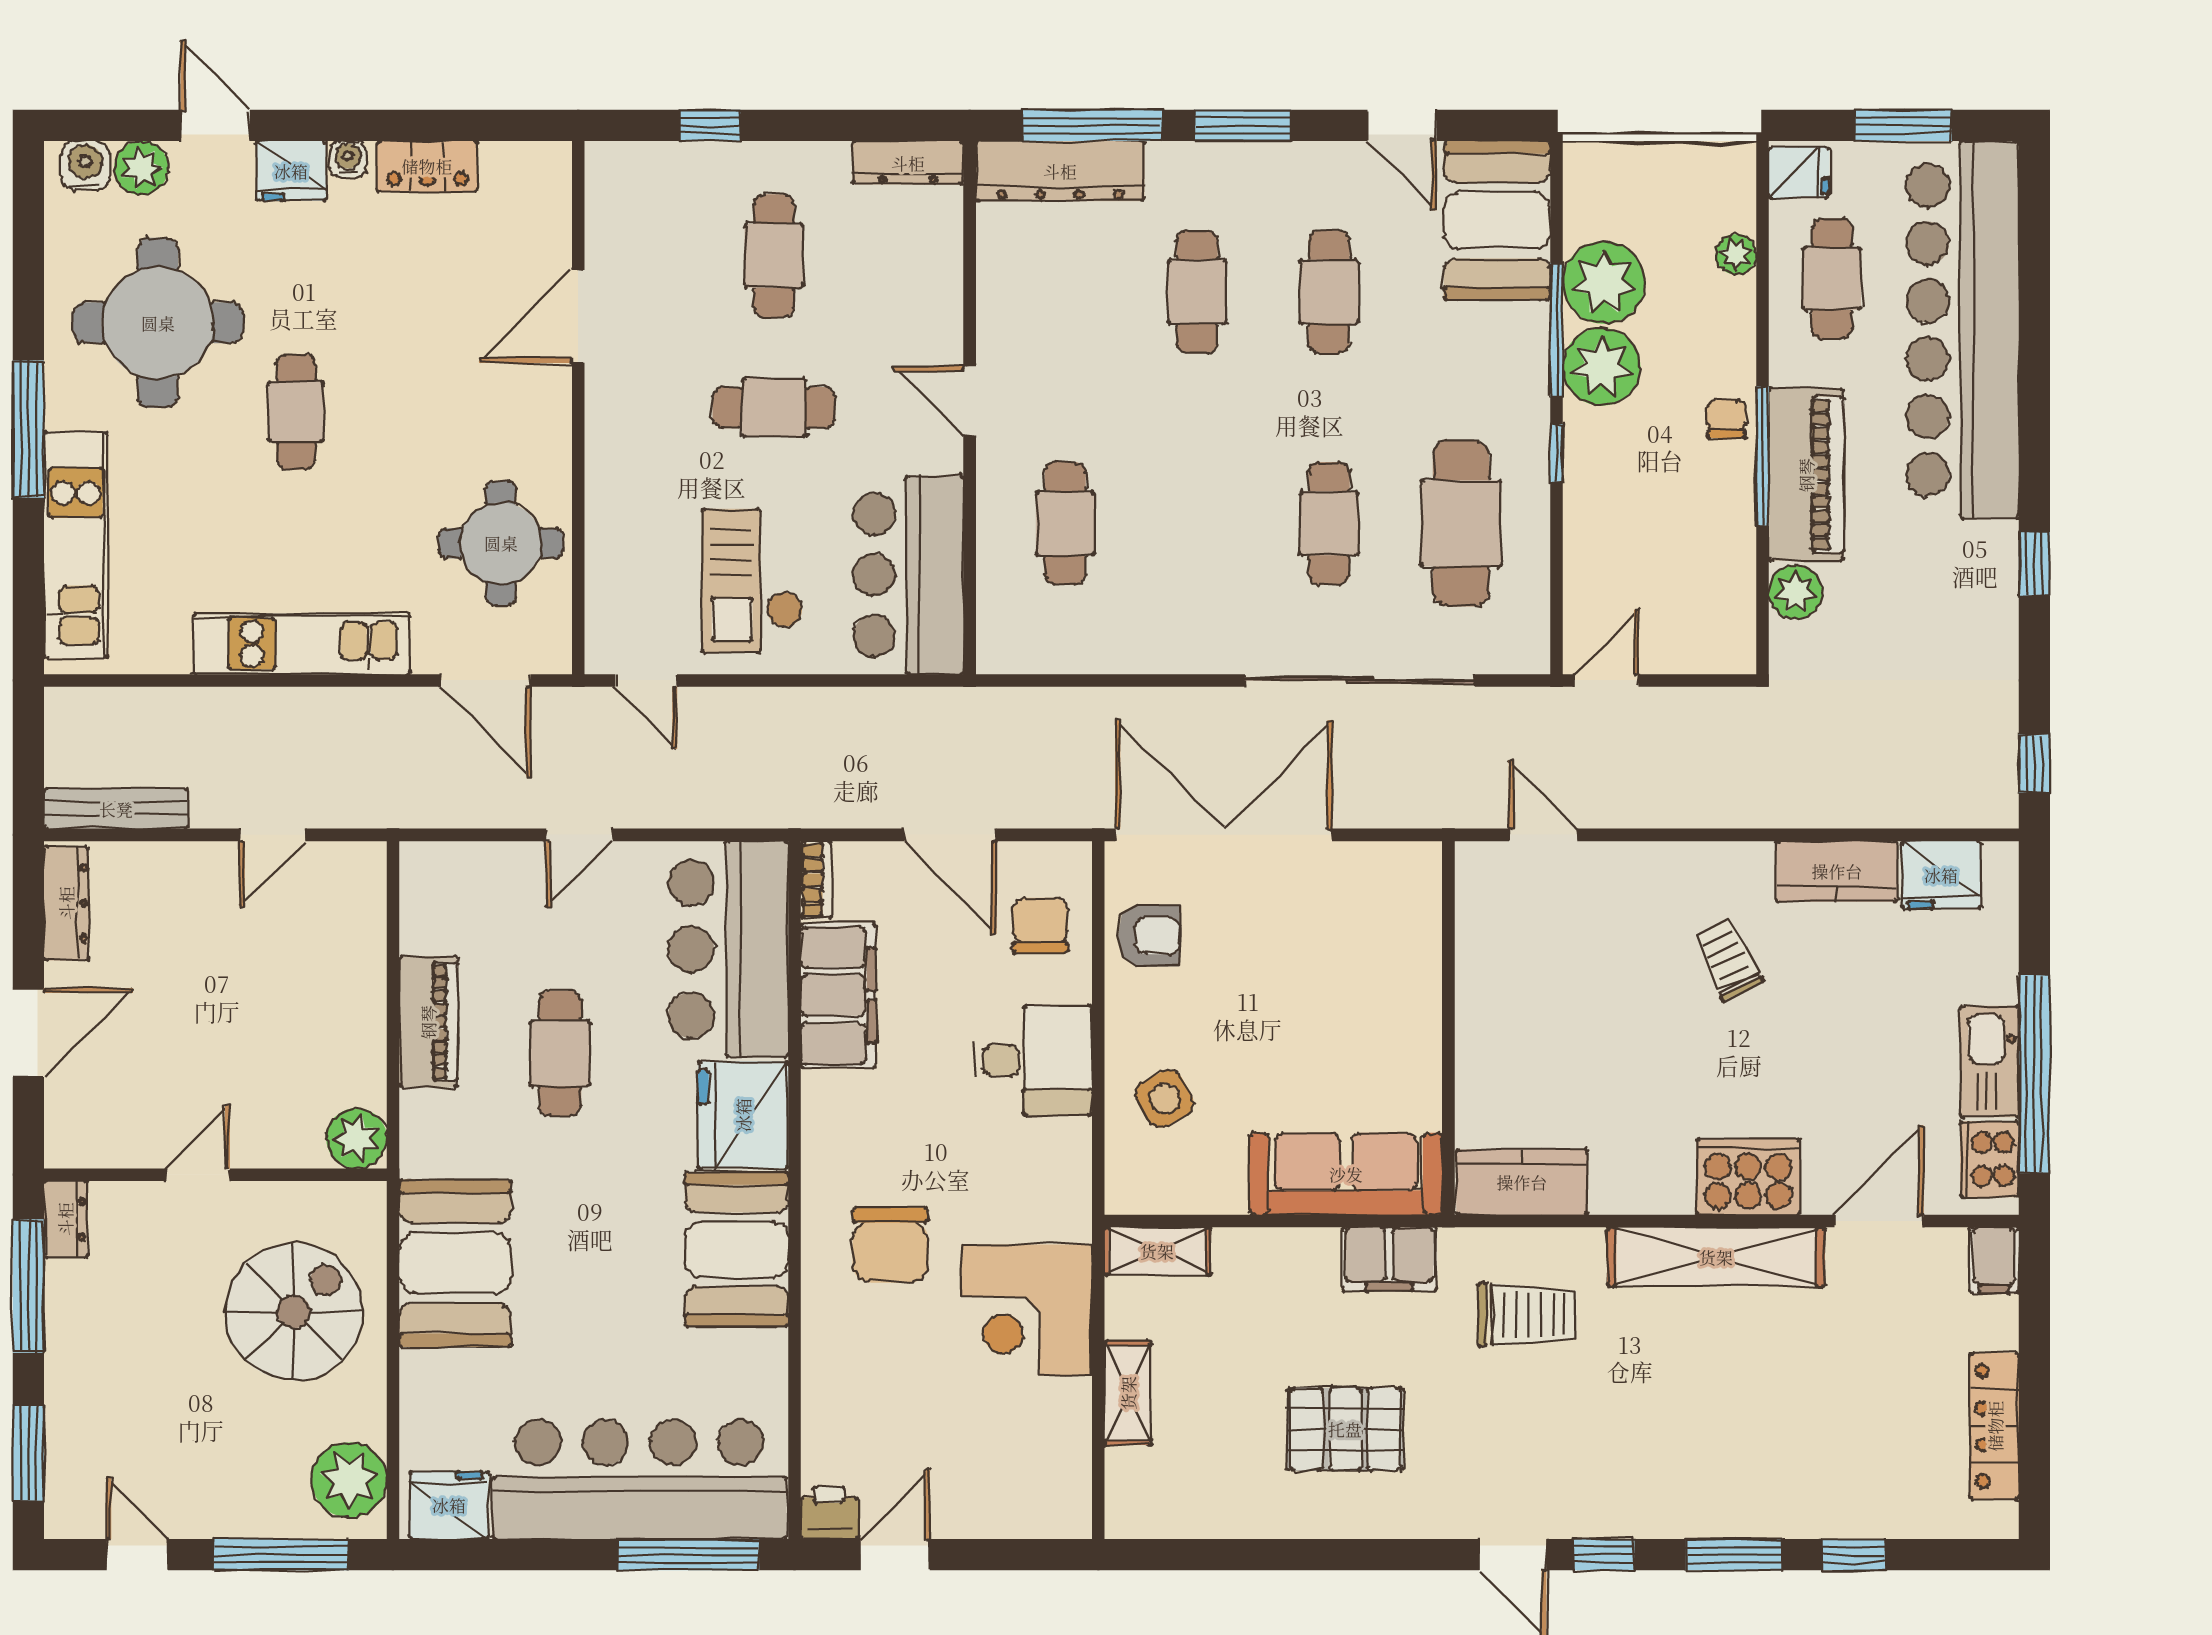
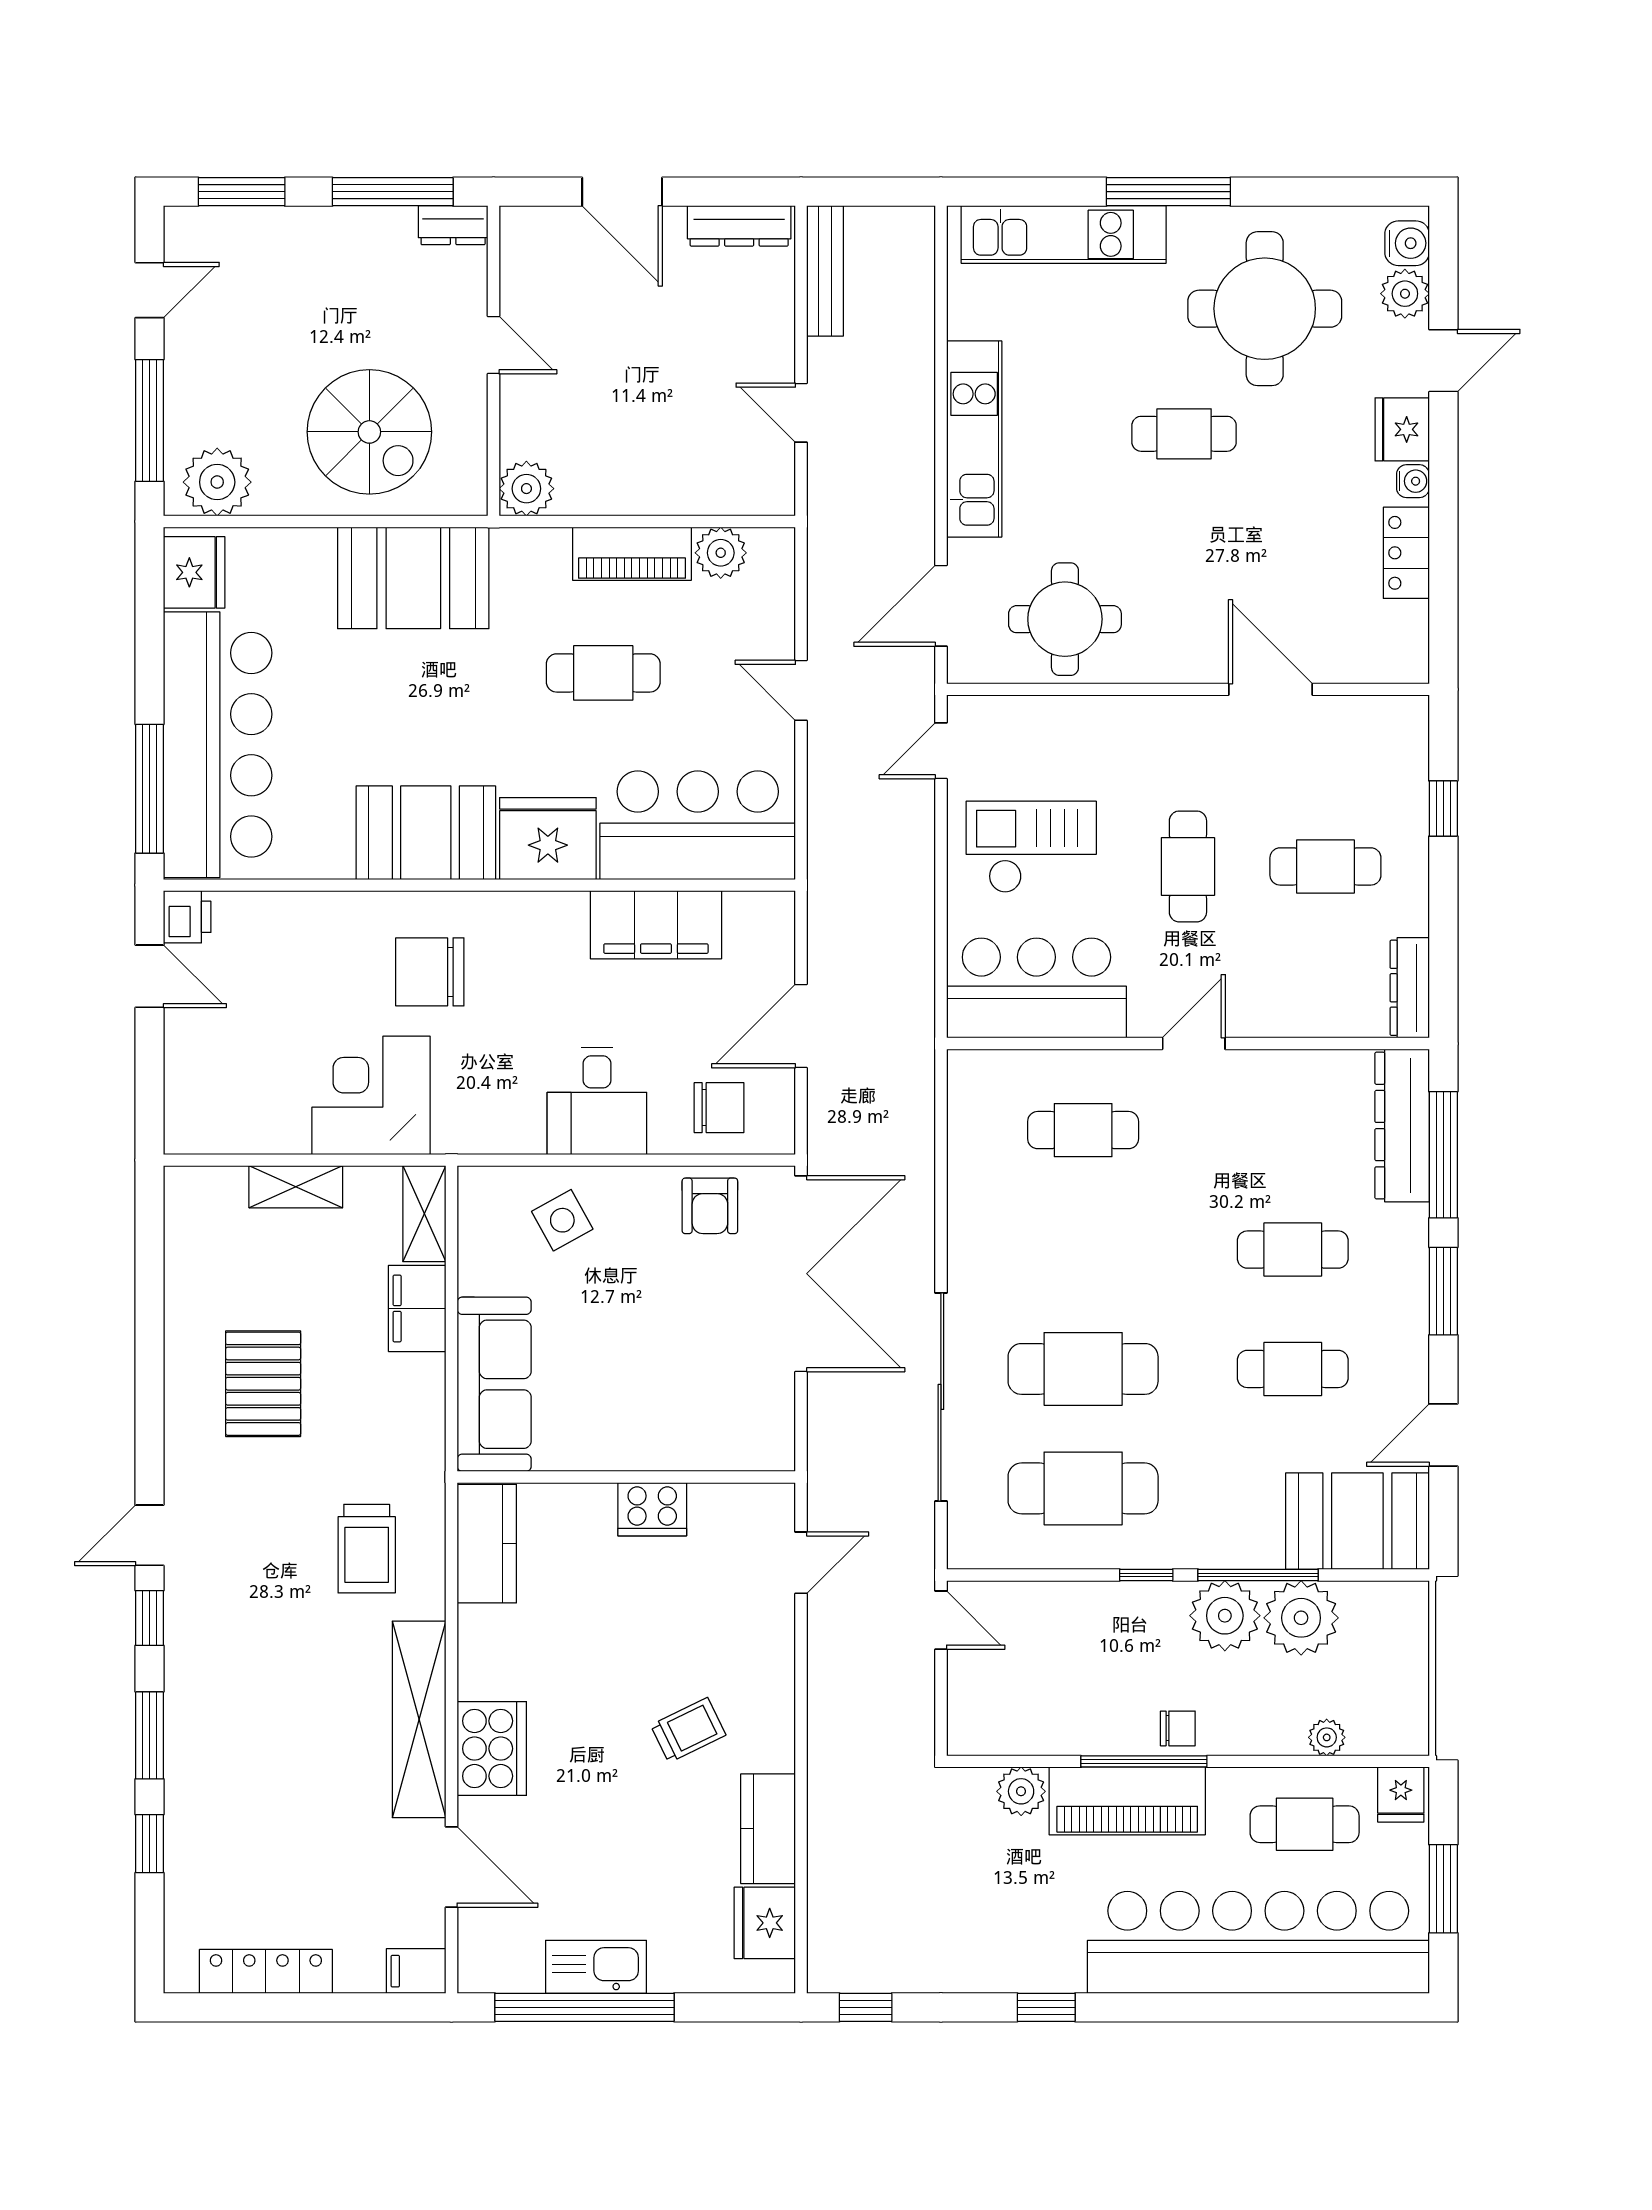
cafe table: (1329, 523) -> (1083, 1369), width x1.37, depth x1.35
bookcase: (816, 880) -> (760, 905), removed
plant: (427, 924) -> (721, 553), added
cooker: (1989, 1159) -> (652, 1509), moved, turned 180
filing cabinet: (1389, 1259) -> (417, 1308), moved

